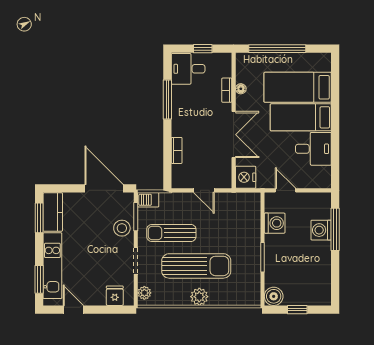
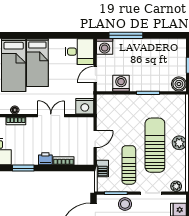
window: (167, 99) -> (23, 168), width x0.69
printer: (179, 127) -> (45, 159), added
double door: (234, 135) -> (51, 116), width x0.73
desk: (313, 149) -> (80, 52), moved, turned 90
barbecue: (148, 200) -> (103, 169), moved
washing machine: (321, 230) -> (105, 46), moved
sun lounger: (171, 233) -> (129, 165), turned 180

